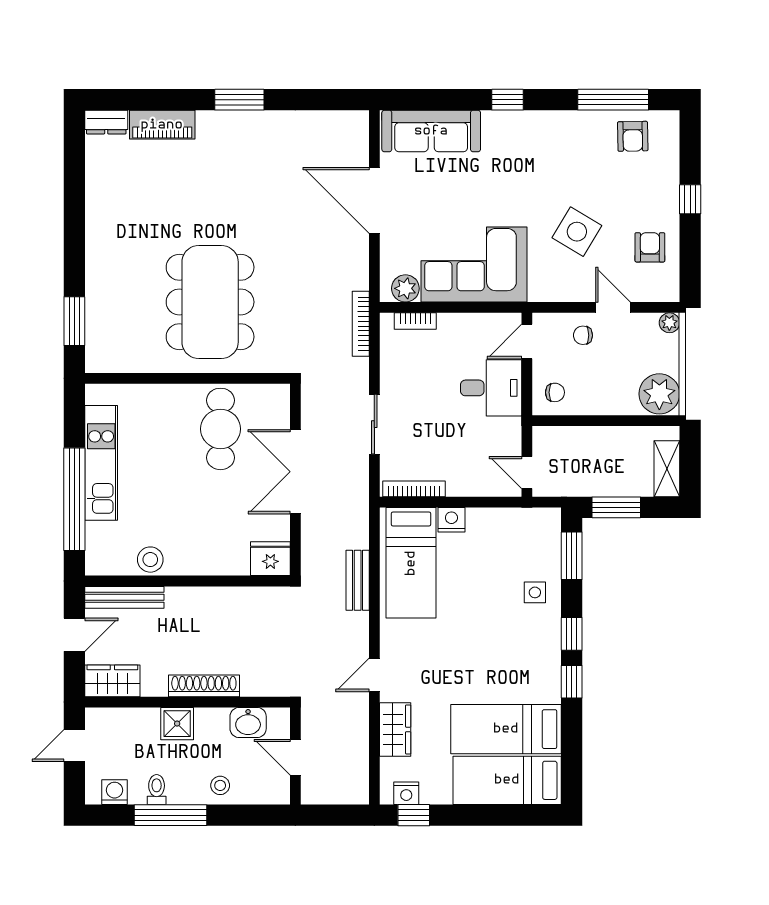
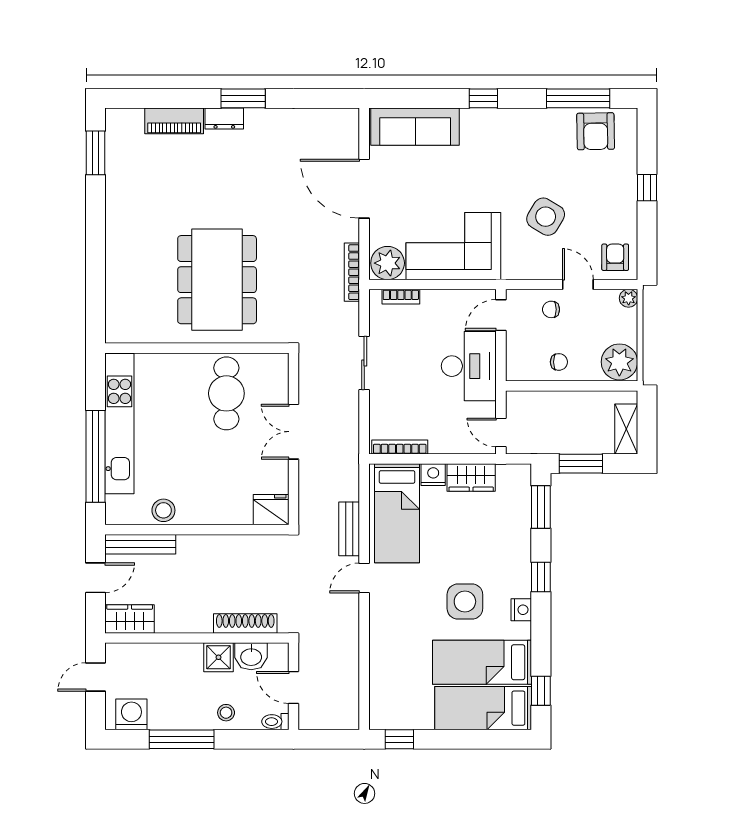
dresser: (106, 122) -> (224, 118), moved
armchair: (633, 136) -> (596, 131), width x1.38, depth x1.38
armchair: (650, 247) -> (615, 257), moved
plant: (405, 288) -> (388, 263), width x1.36, depth x1.36
window: (74, 321) -> (96, 153), moved
bookcase: (361, 324) -> (352, 272), moved
desk: (491, 388) -> (469, 366), width x1.37
chair: (555, 392) -> (559, 362), moved
sliding door: (374, 424) -> (364, 363), moved
kitchen unit: (101, 463) -> (119, 424), width x1.36
double door: (295, 472) -> (293, 432), width x0.73
side table: (535, 592) -> (465, 602), moved, width x1.87, depth x1.87
door: (374, 675) -> (364, 578), moved
window: (572, 682) -> (541, 691), moved
shoe rack: (204, 686) -> (245, 623), moved
shower: (177, 724) -> (218, 657), moved
wardrobe: (395, 729) -> (471, 478), moved, turned 90
toilet: (157, 790) -> (275, 722), moved, turned -90
washing machine: (114, 792) -> (131, 714), width x1.38, depth x1.38
nightstand: (406, 793) -> (521, 610), moved, turned -90

